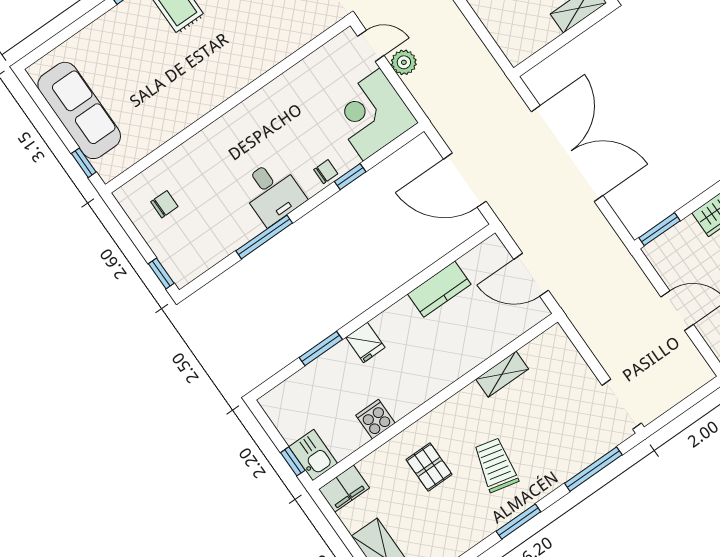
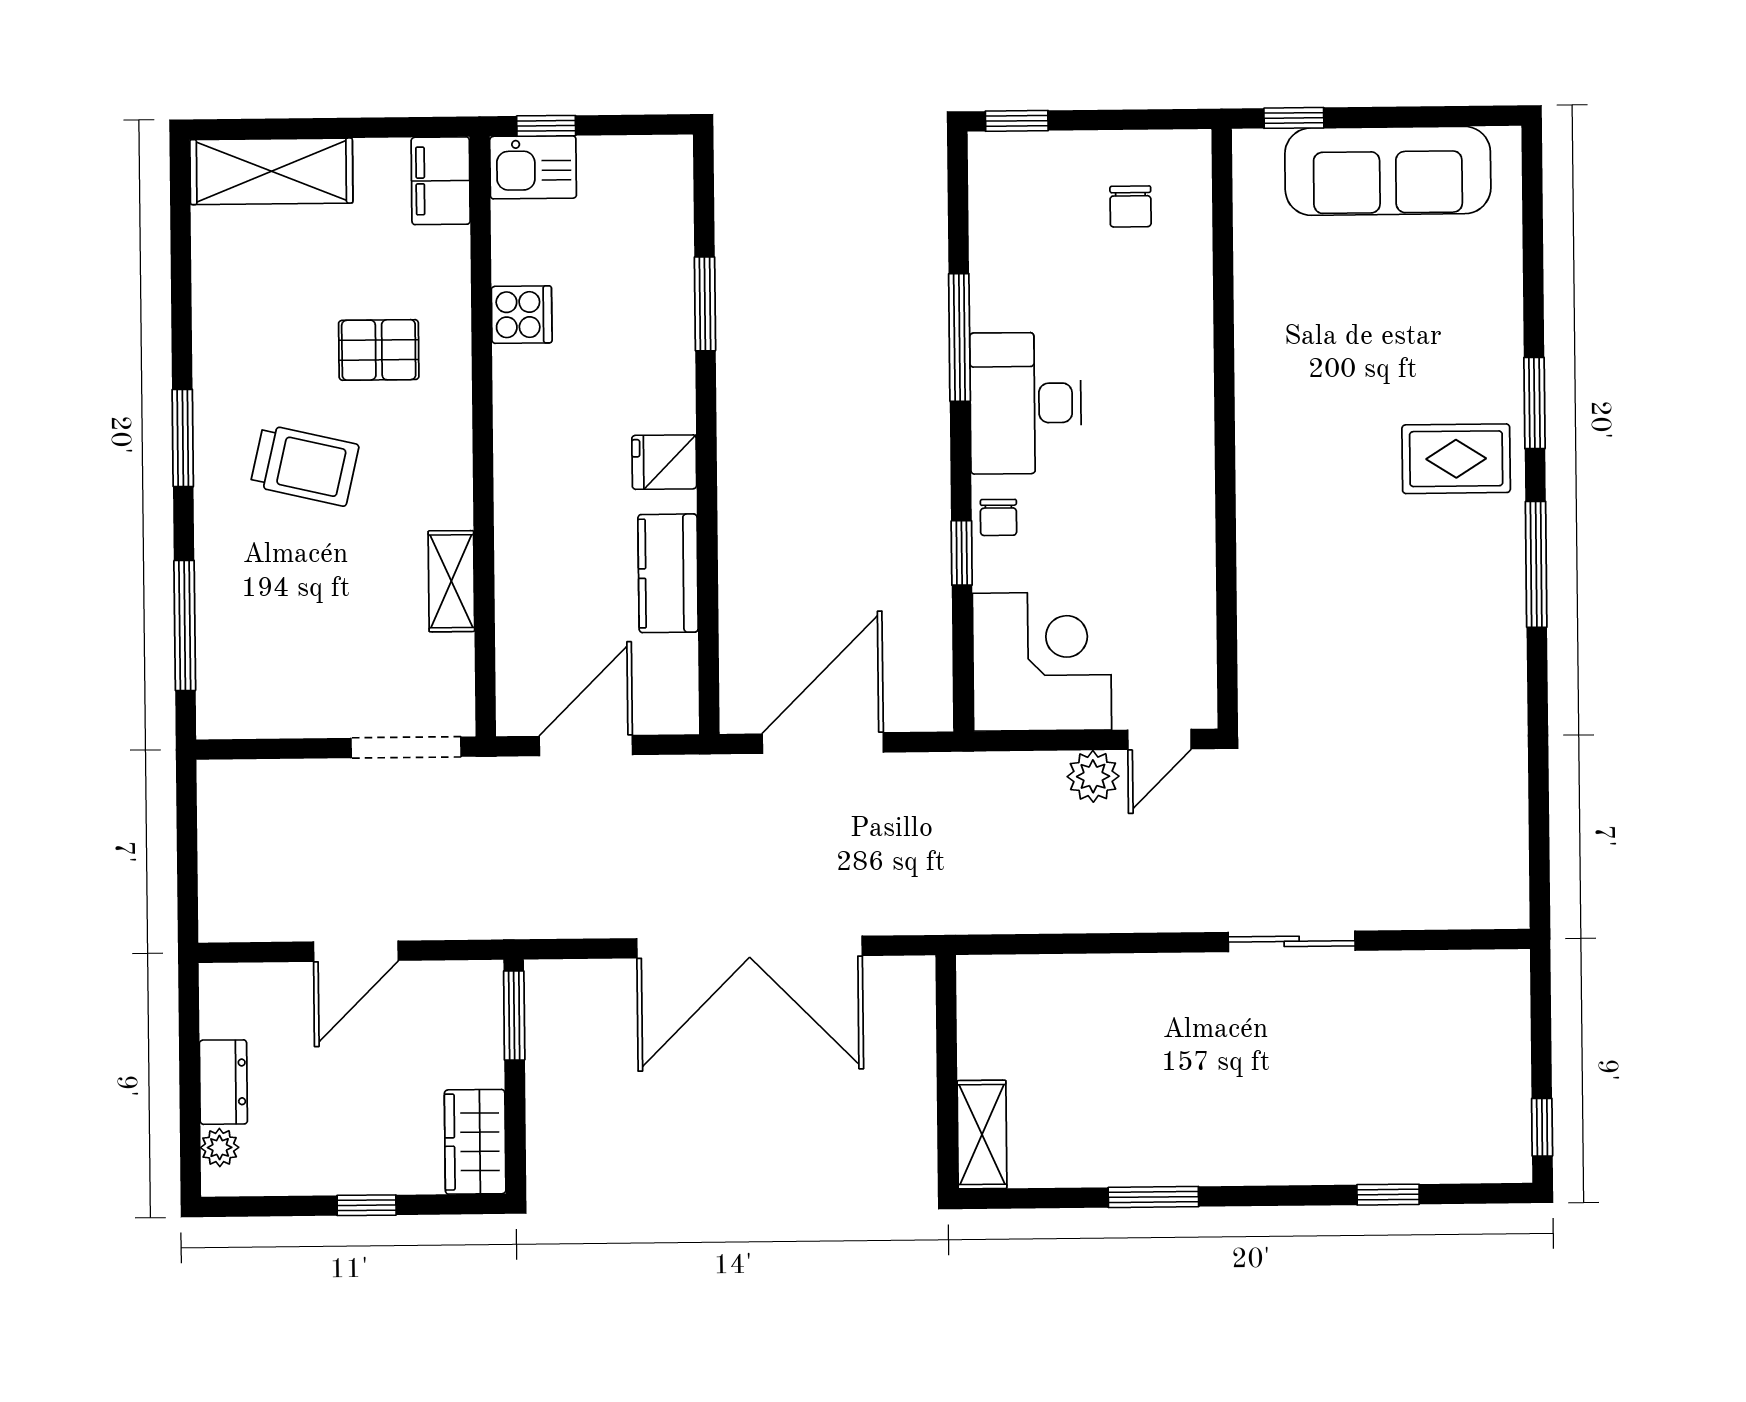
desk: (272, 192) -> (1026, 403), width x1.37
fridge: (365, 342) -> (664, 462), moved
doorway: (622, 404) -> (406, 747), moved

